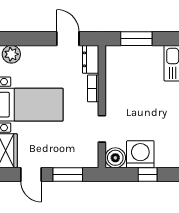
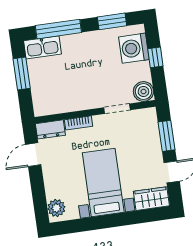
window: (136, 39) -> (22, 73), moved
washing machine: (140, 154) -> (134, 48), moved

